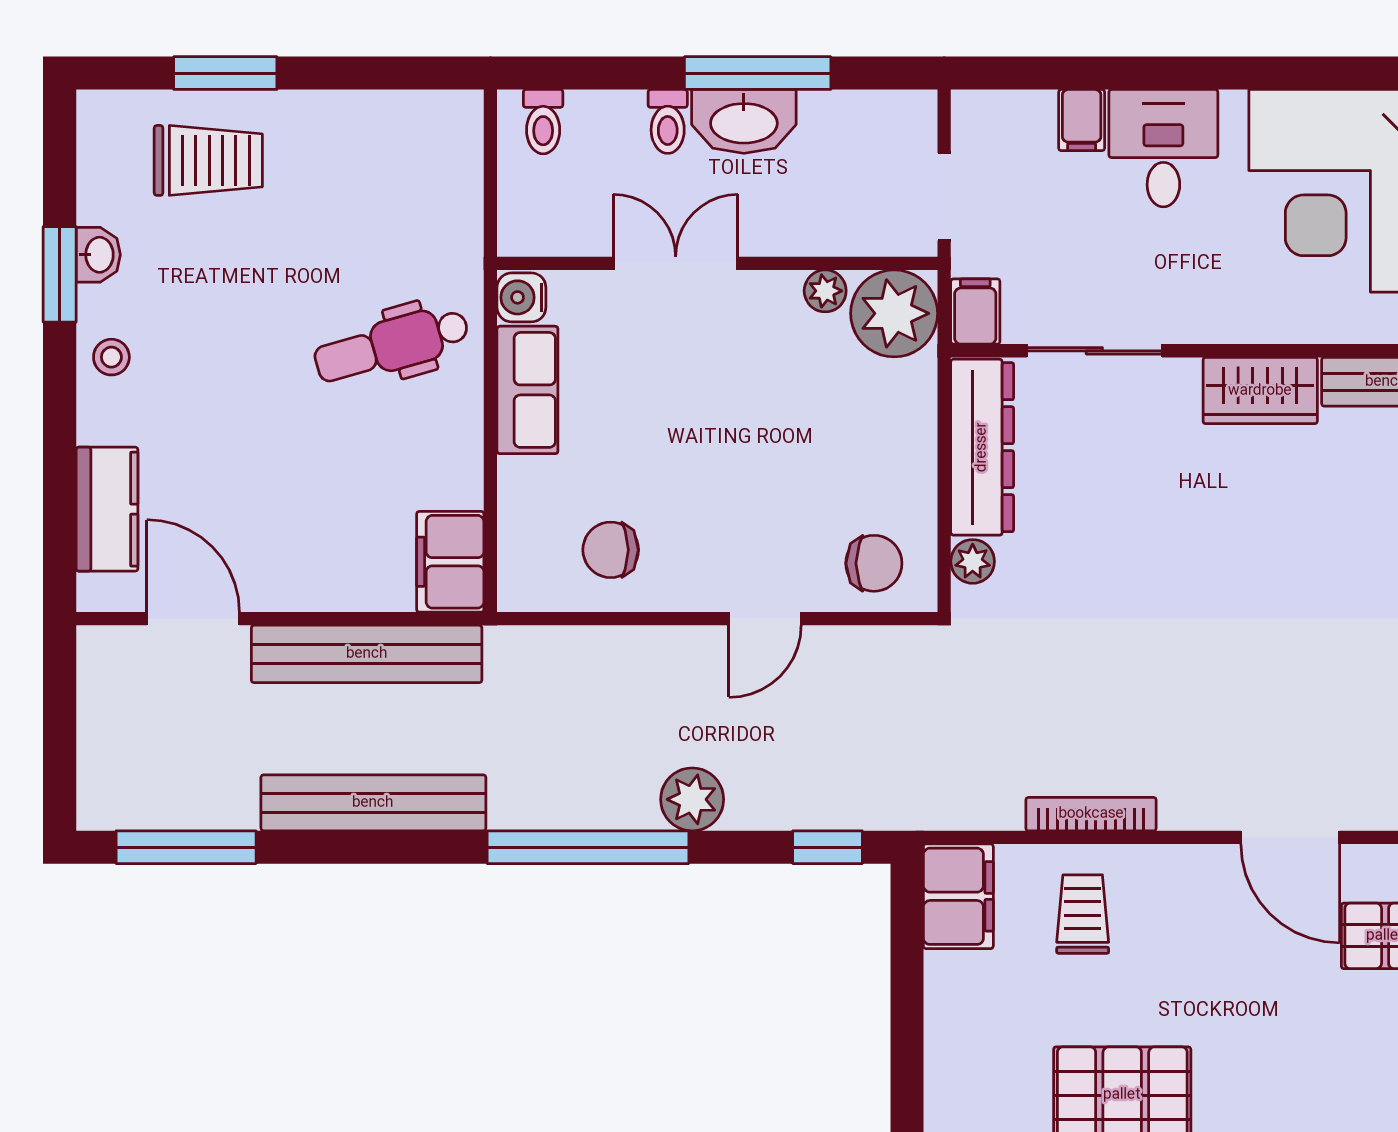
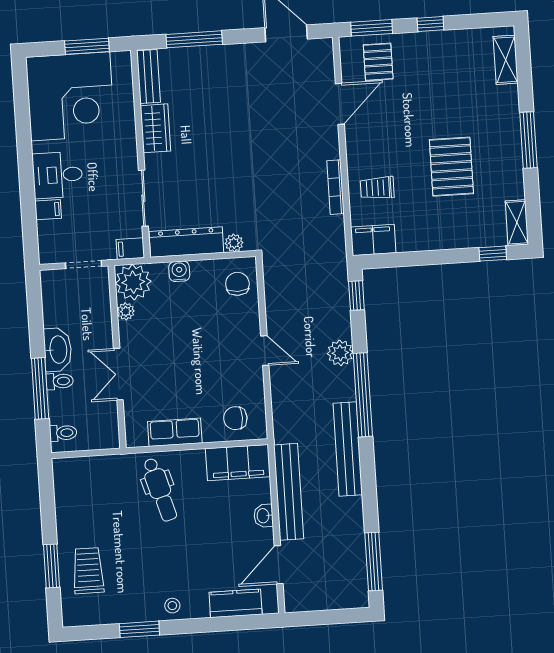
window: (758, 73) -> (40, 388), moved
washbasin: (98, 255) -> (264, 516), moved, turned -90
water cooler: (521, 297) -> (179, 271), moved, turned 180
chair: (611, 550) -> (235, 418), moved, turned 90
filing cabinet: (450, 562) -> (238, 463), width x1.50, depth x1.17
door: (765, 619) -> (265, 351), moved
bench: (373, 803) -> (348, 449), moved

